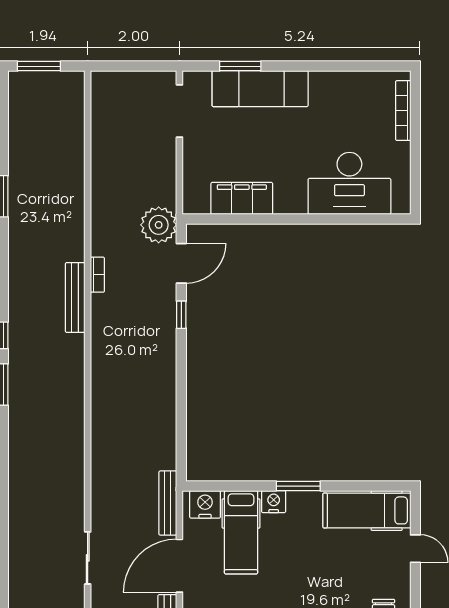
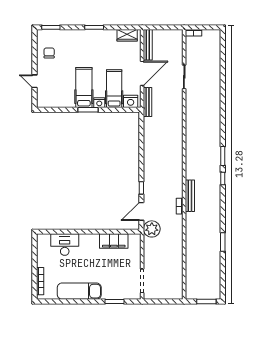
exam couch: (260, 89) -> (79, 291), moved
desk: (349, 183) -> (65, 245), width x0.73, depth x0.77
hospital bed: (367, 510) -> (84, 88), moved, turned -90

